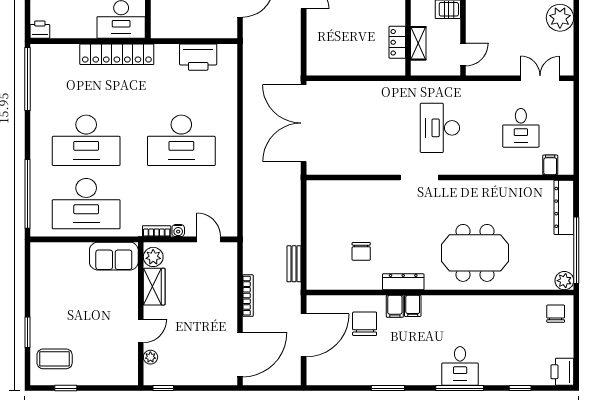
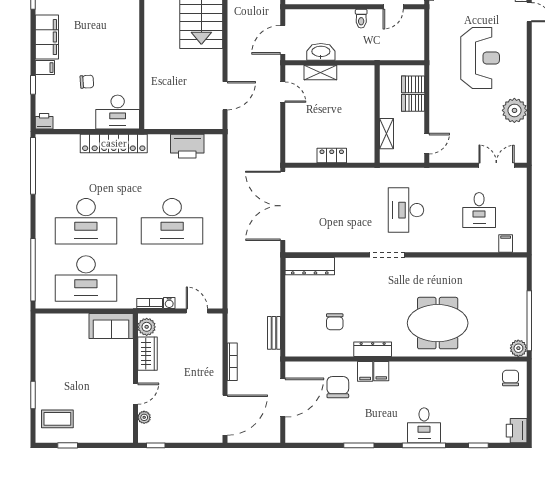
locker: (397, 42) -> (332, 155), moved, turned 90
dresser: (564, 207) -> (310, 266), moved, turned -90

